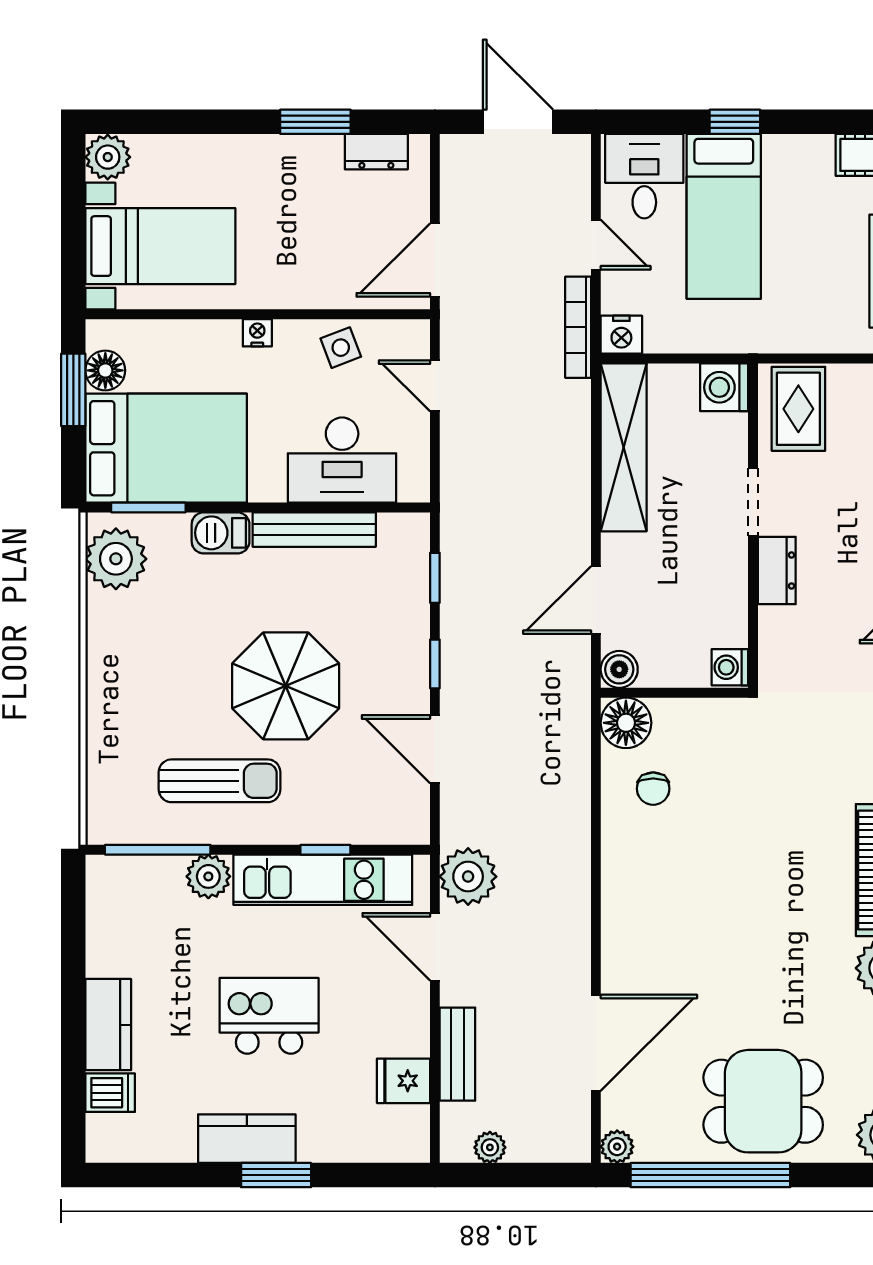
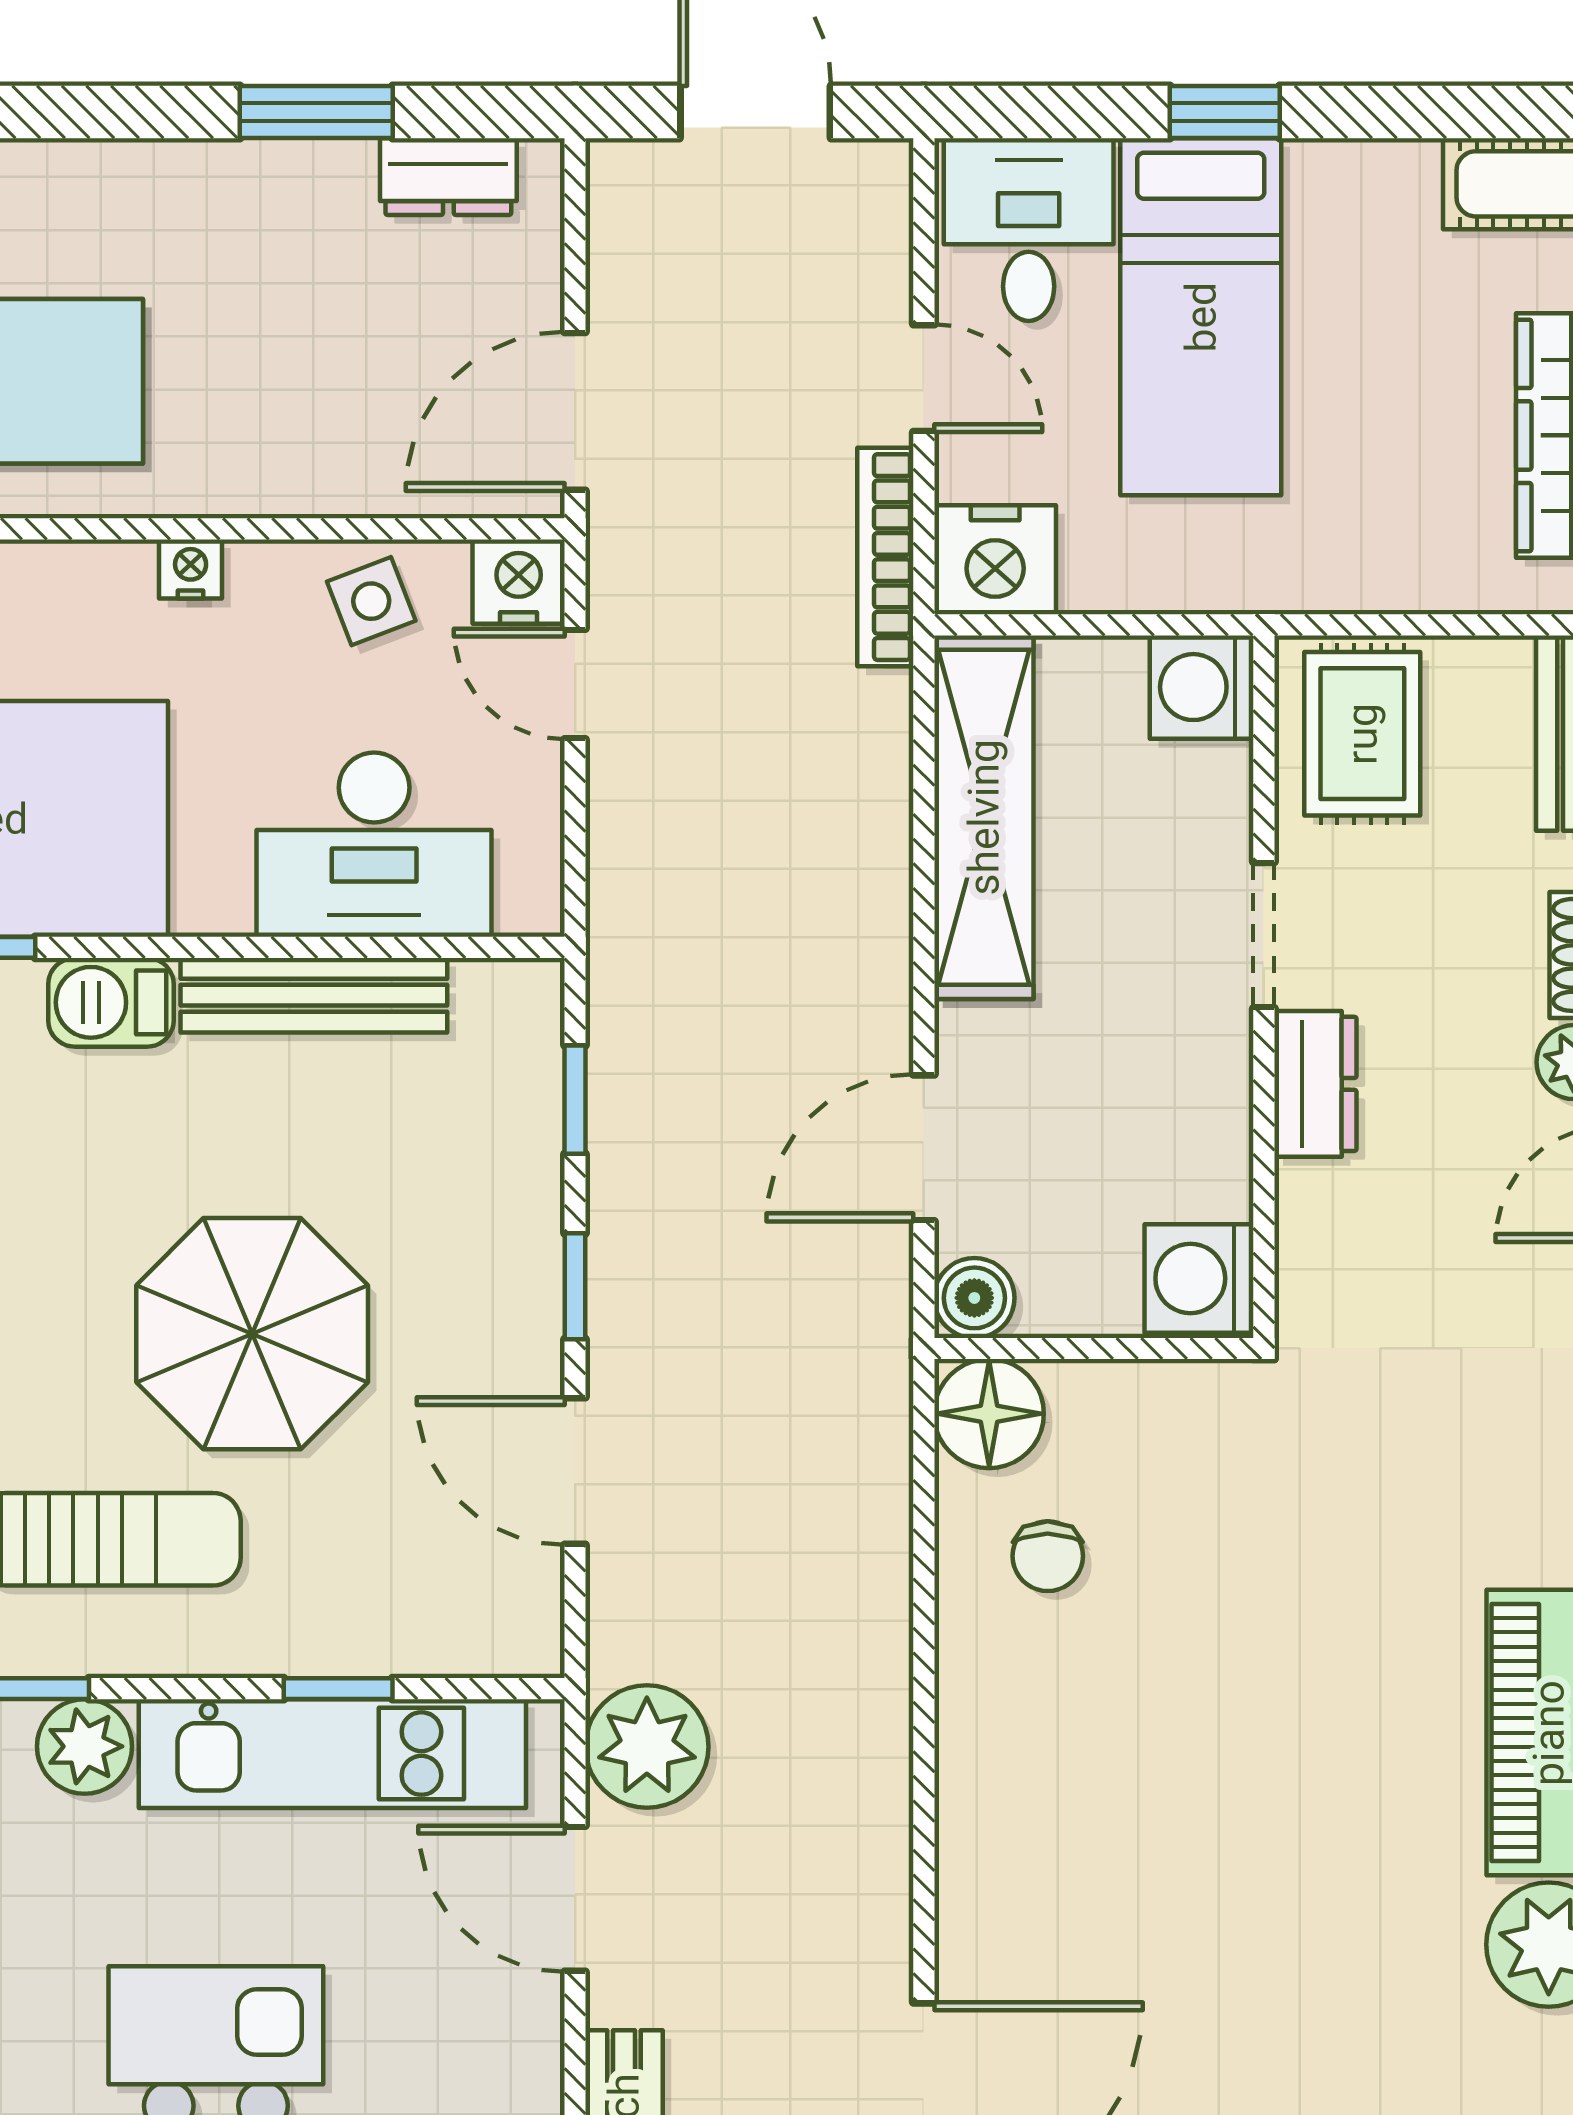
nightstand: (621, 335) -> (995, 560), width x1.36, depth x1.33
nightstand: (409, 339) -> (519, 582), added
washing machine: (730, 667) -> (1199, 1278), width x1.38, depth x1.38

